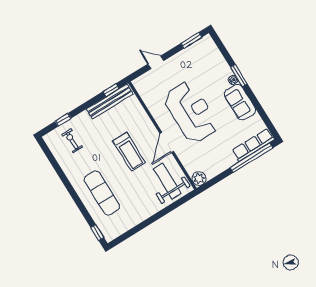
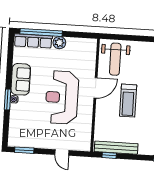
treadmill: (129, 152) -> (128, 101), turned 180
plant: (199, 179) -> (59, 43), moved

